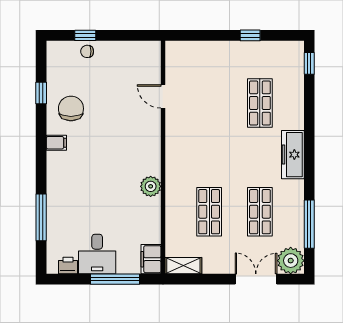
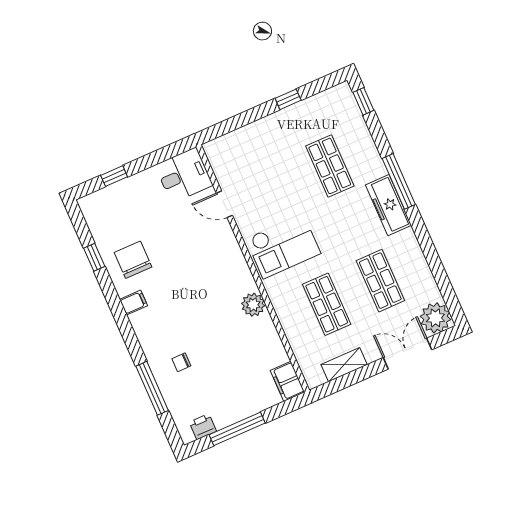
chair: (87, 51) -> (181, 362), moved
checkout: (195, 150) -> (283, 246), added
window: (309, 224) -> (399, 181), moved
desk: (97, 254) -> (184, 175), moved, turned -90
shelving: (183, 266) -> (344, 365), moved
window: (115, 279) -> (237, 429), moved

